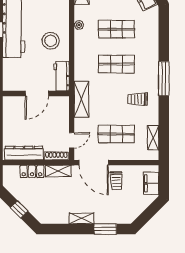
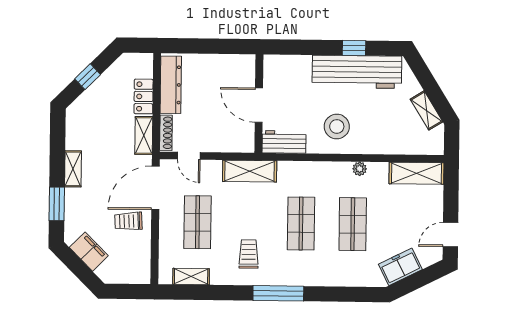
filing cabinet: (151, 183) -> (89, 252), moved, turned 45

